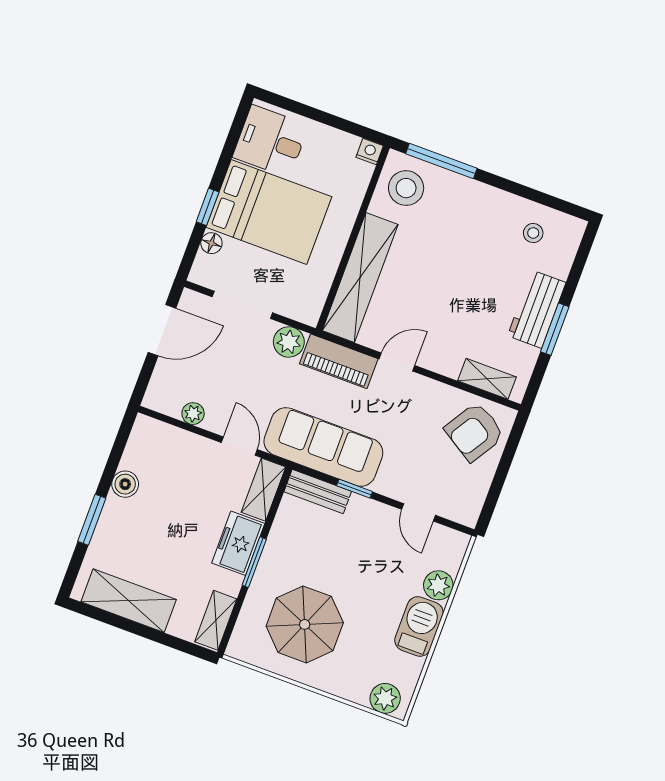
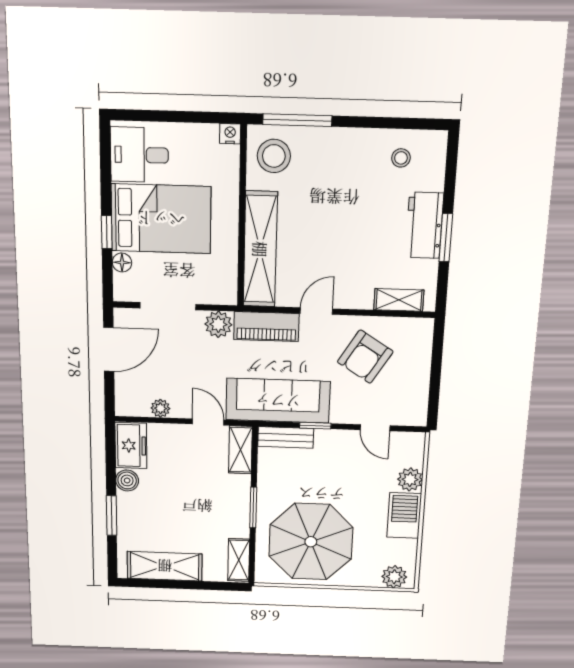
armchair: (475, 432) -> (365, 357), moved
freezer: (238, 543) -> (131, 446), moved, turned 180
parasol: (305, 624) -> (311, 542), width x1.36, depth x1.36

